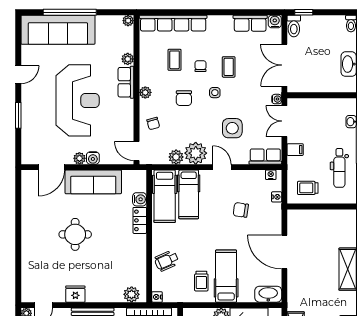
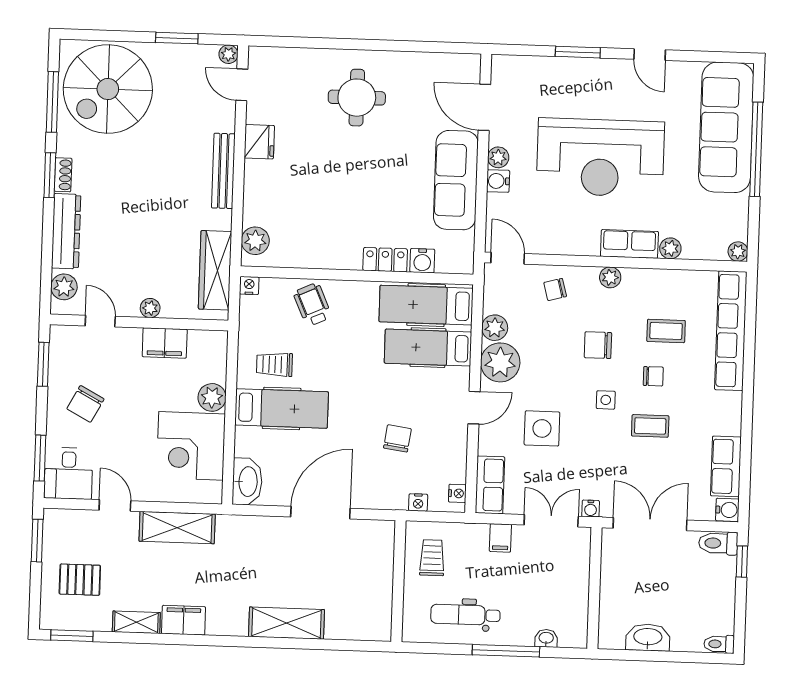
door: (136, 151) -> (508, 258), hinge flipped
round table: (75, 234) -> (357, 98), moved

